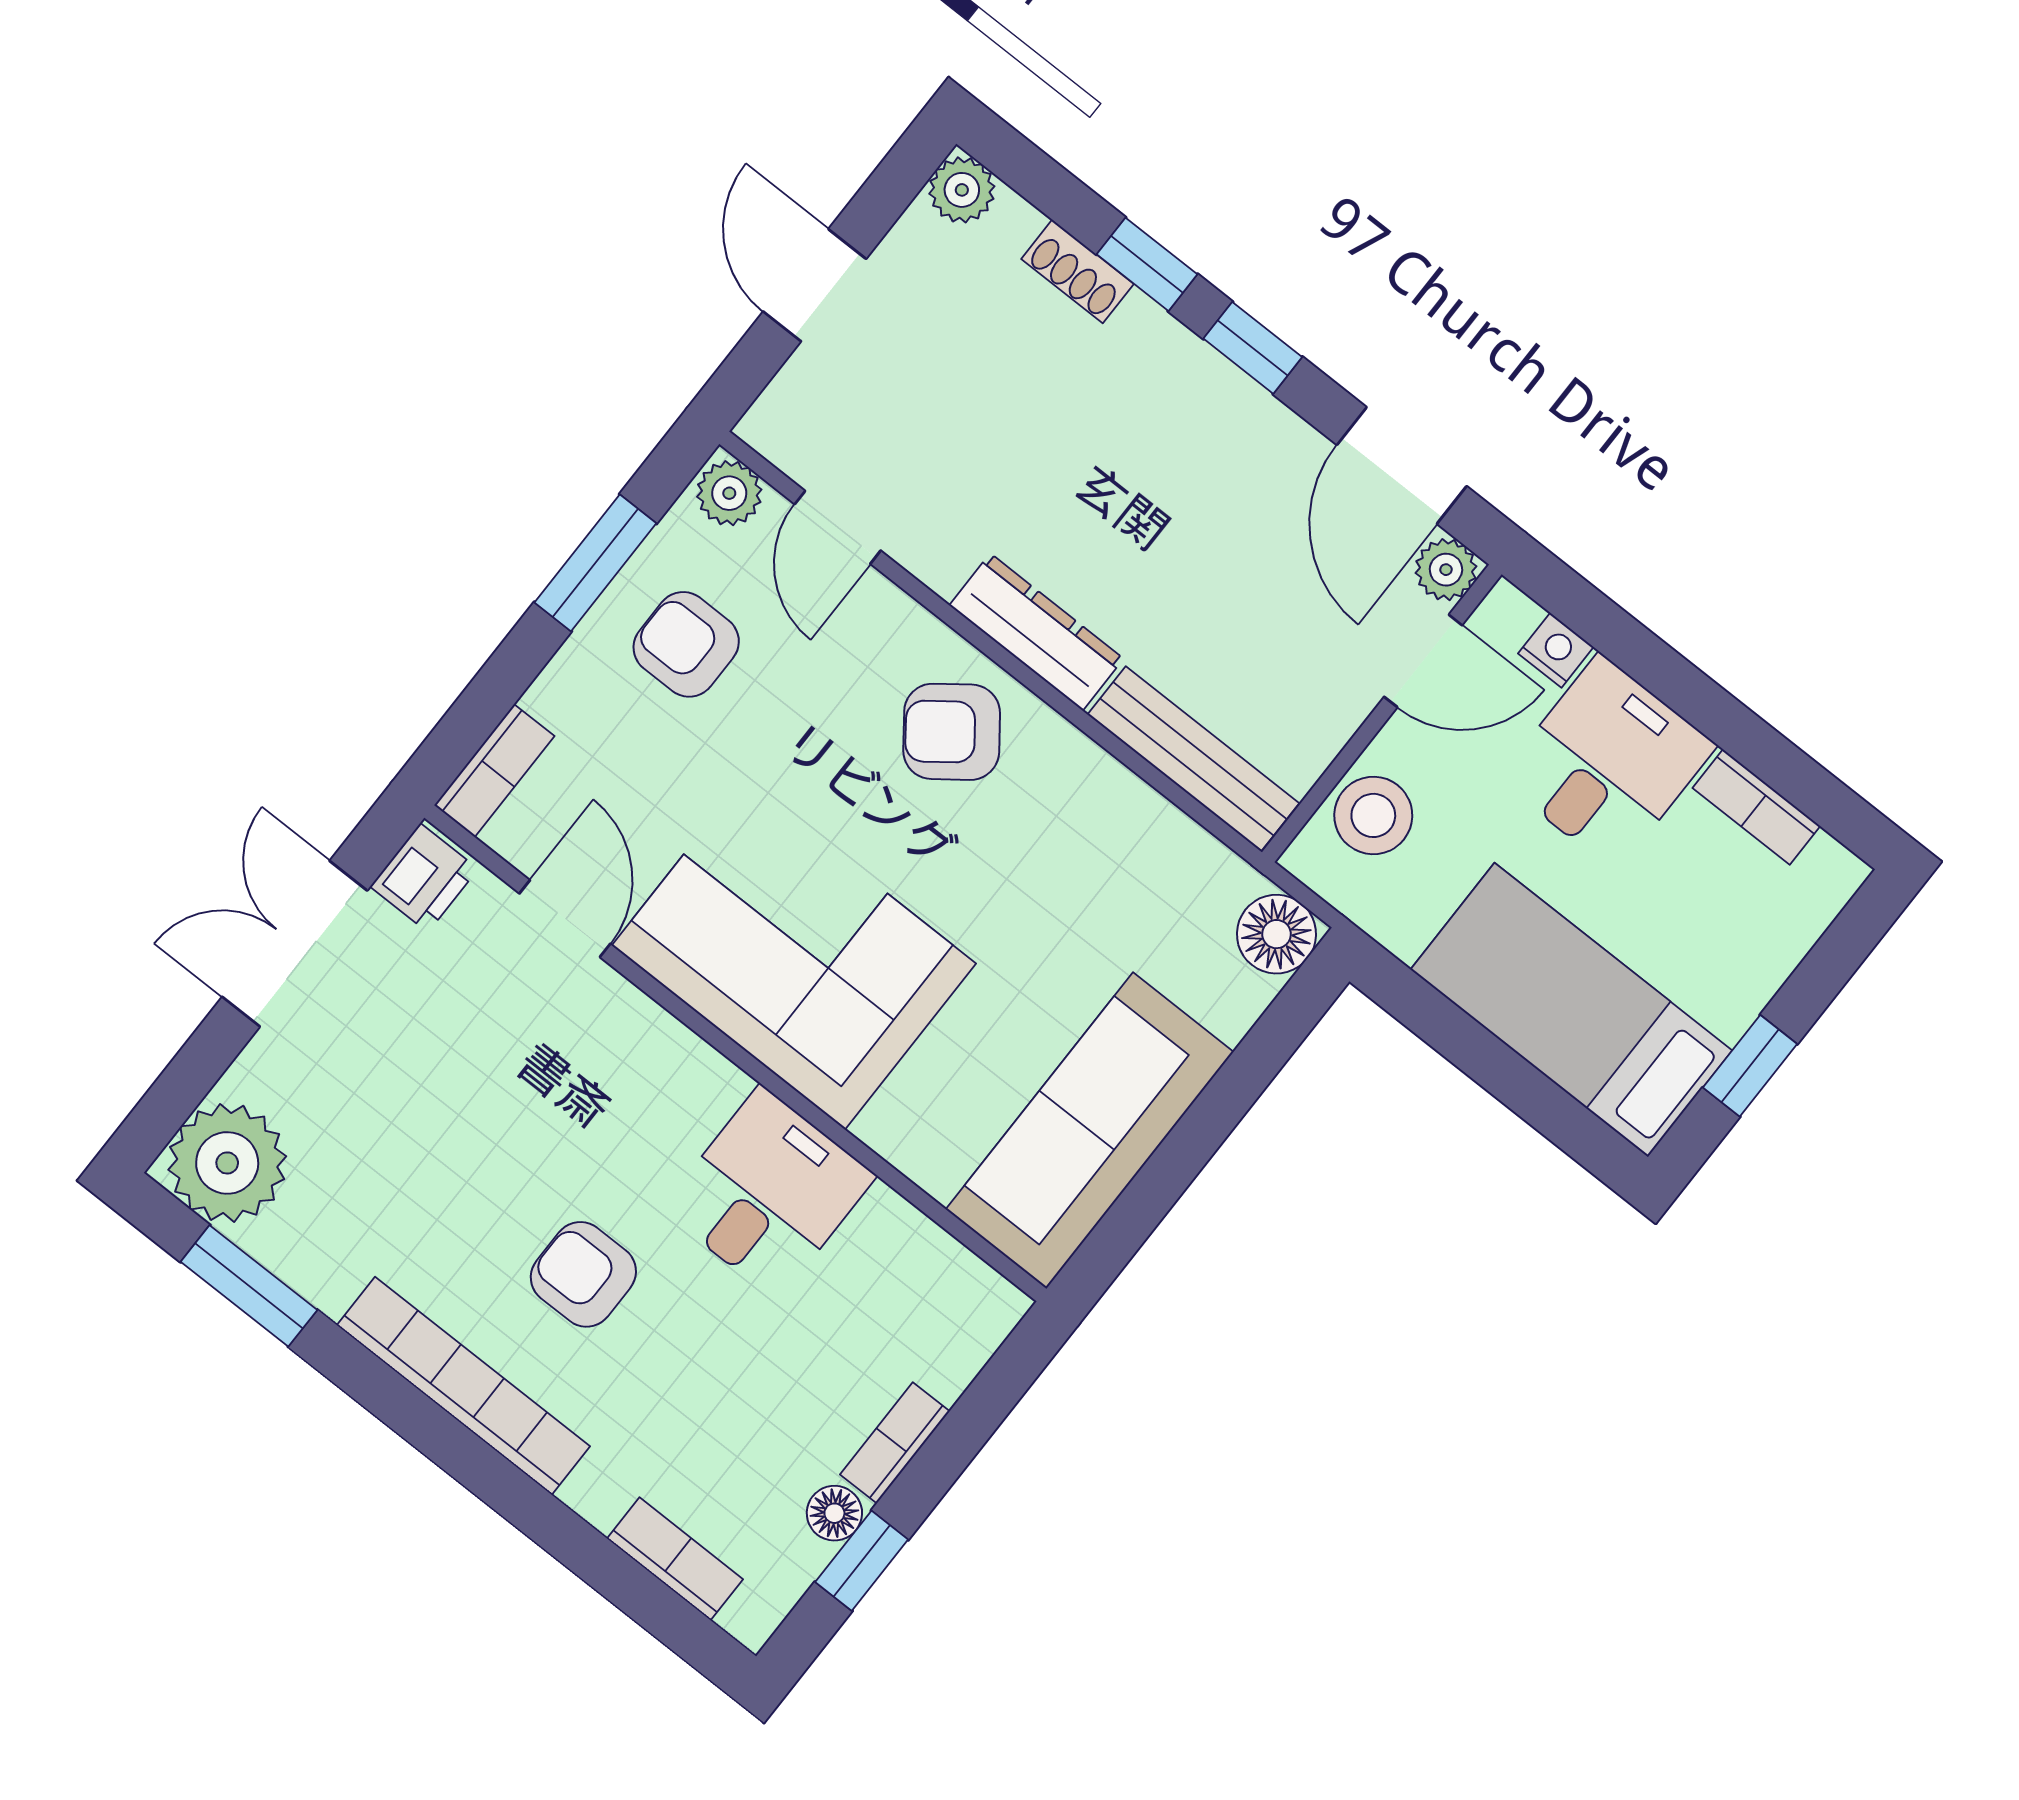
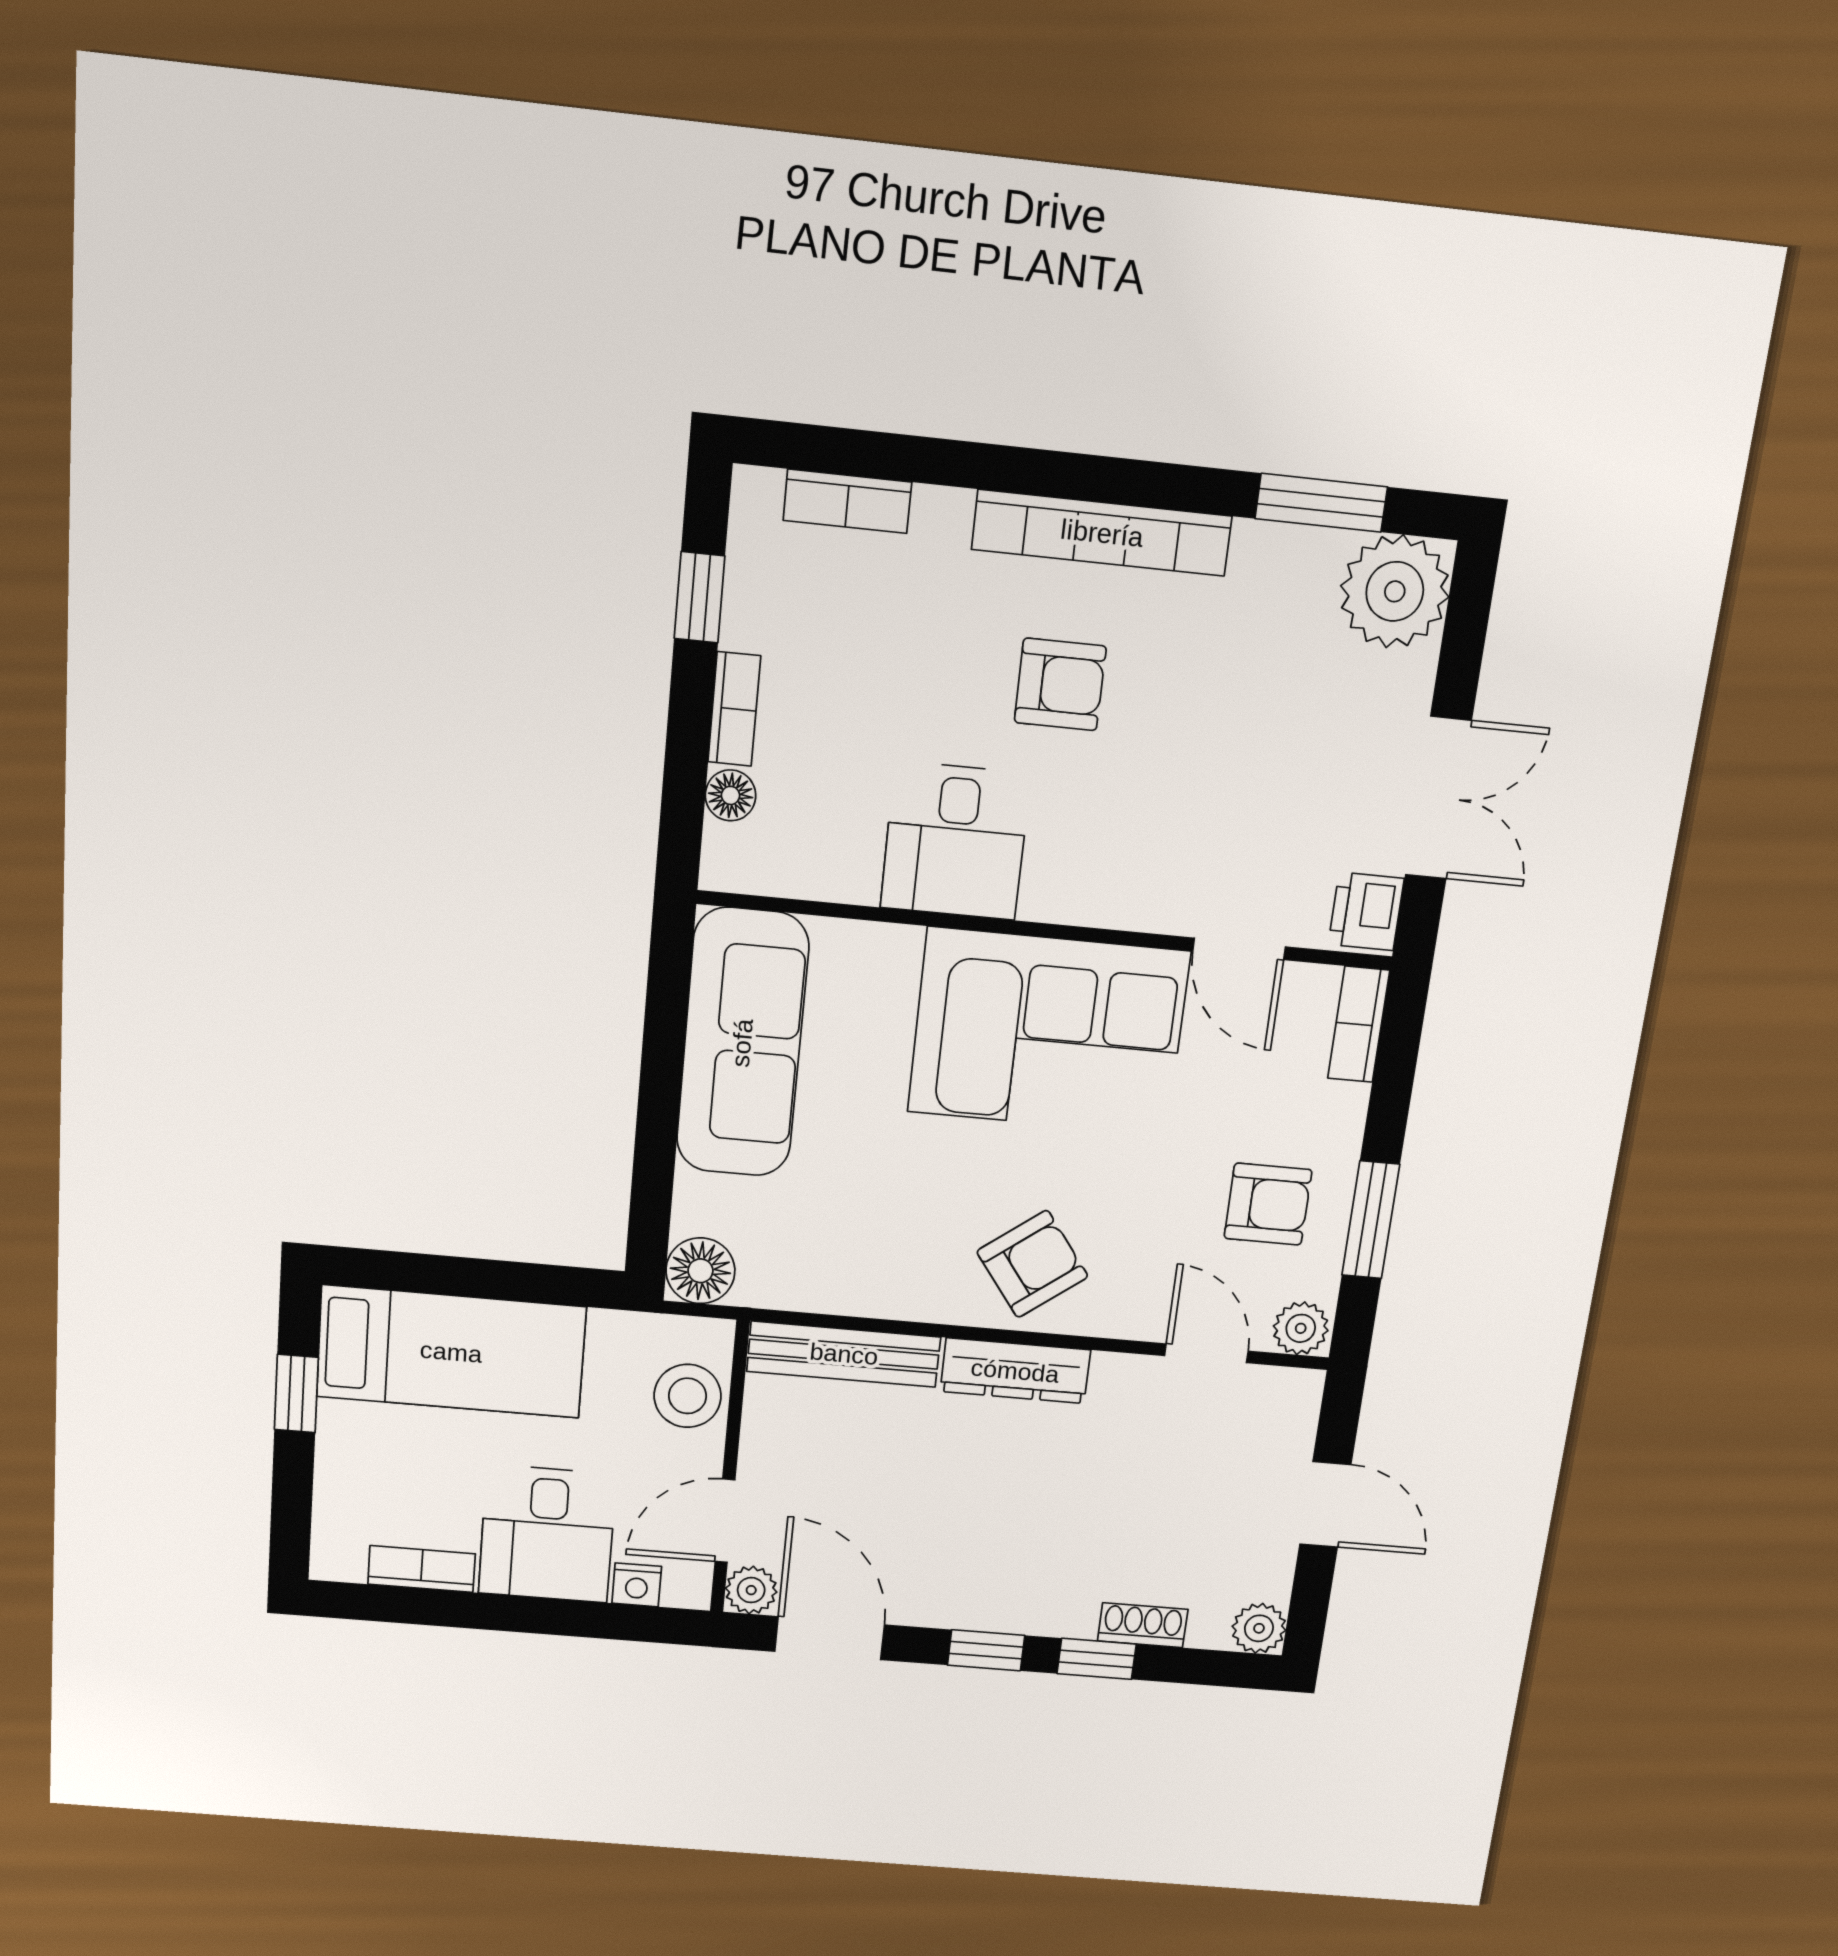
floor lamp: (834, 1513) -> (731, 795), moved

